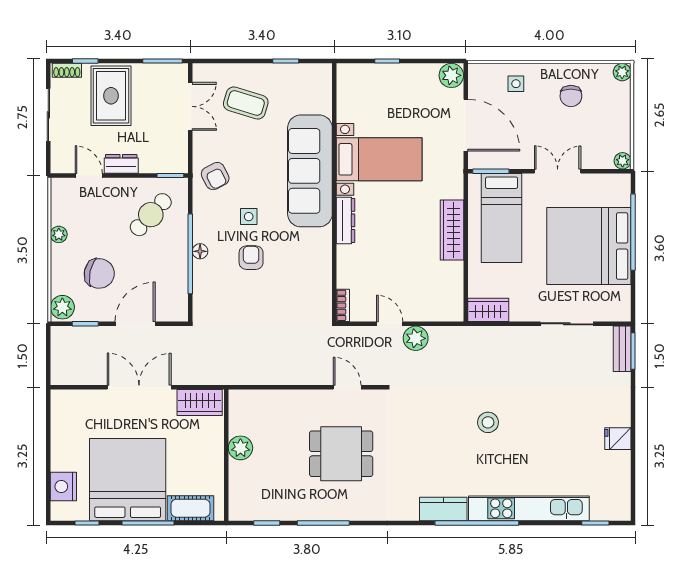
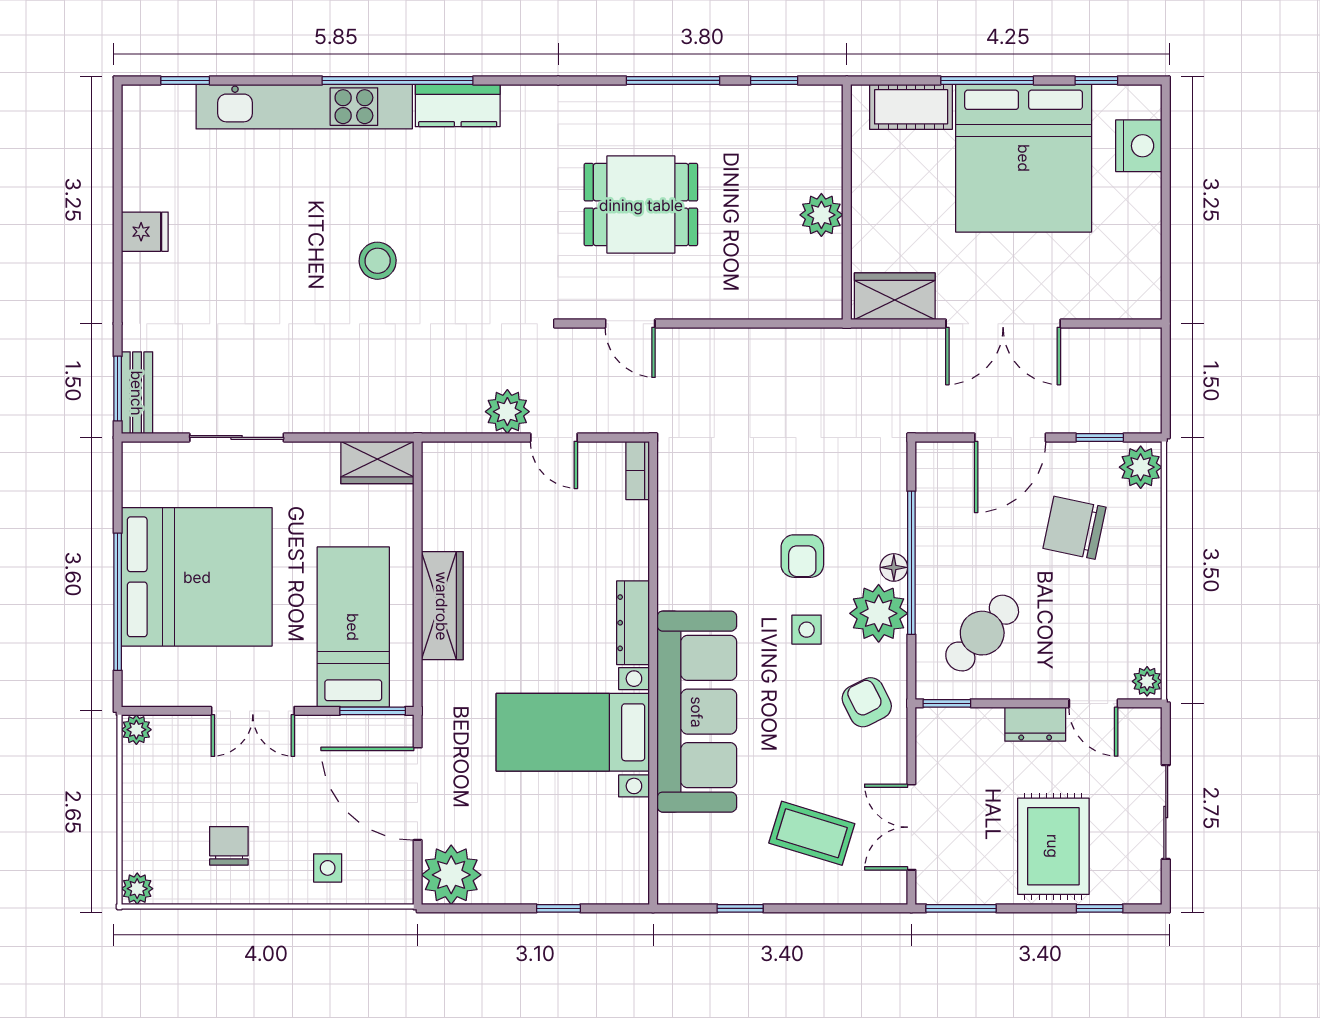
shoe rack: (67, 70) -> (1133, 892), removed
plant: (451, 75) -> (451, 875), width x1.36, depth x1.36
plant: (209, 226) -> (879, 613), added
plant: (59, 234) -> (1147, 681), moved

